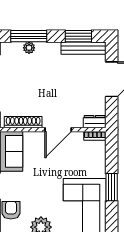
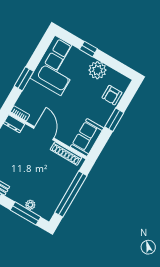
door: (58, 130) -> (44, 133), hinge flipped
window: (112, 187) -> (24, 79), moved

